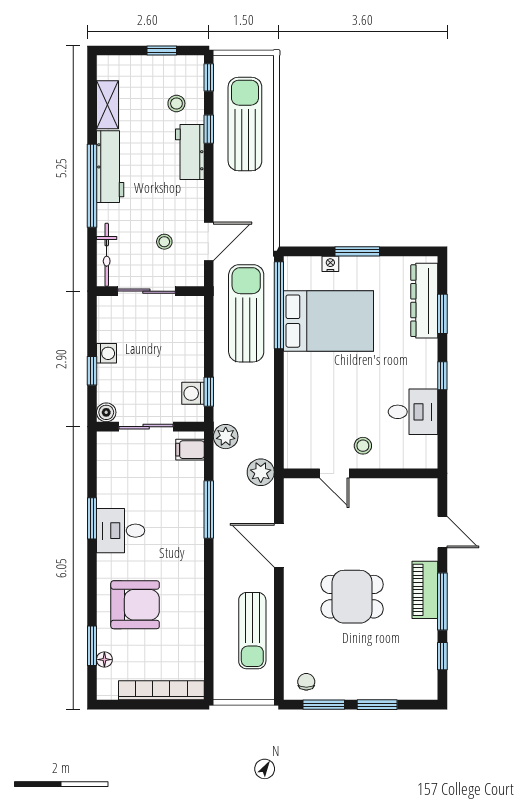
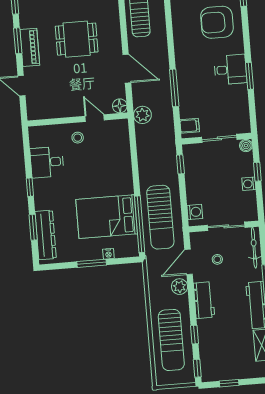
stool: (176, 103) -> (217, 350), removed
workbench: (190, 152) -> (204, 300), moved
washing machine: (193, 393) -> (195, 212), moved
plant: (226, 437) -> (180, 287), moved
floor lamp: (294, 489) -> (120, 106), added
window: (442, 602) -> (18, 41), width x0.69

